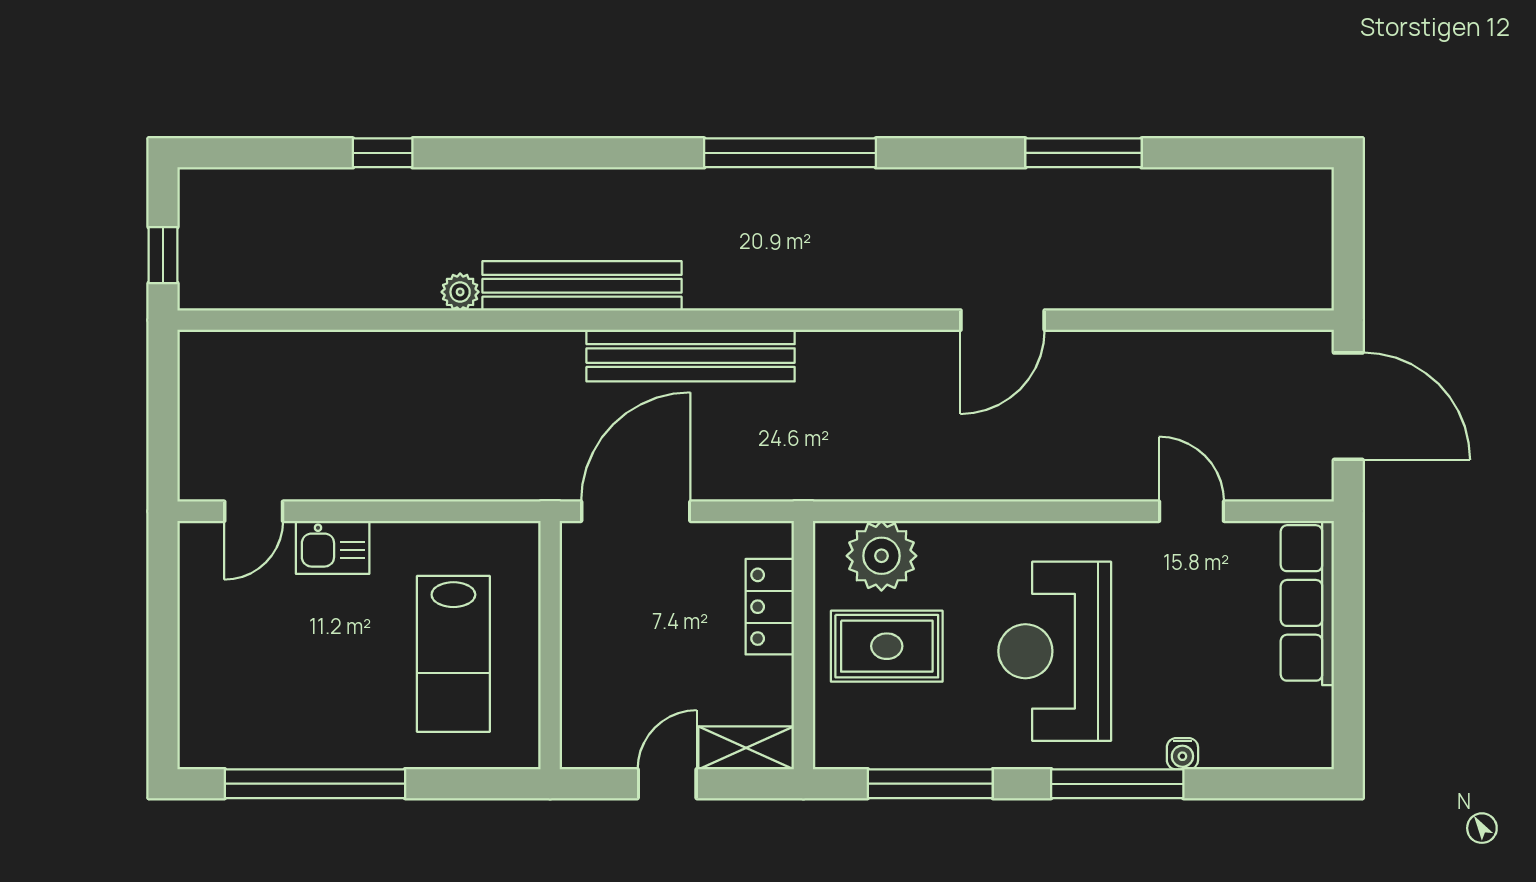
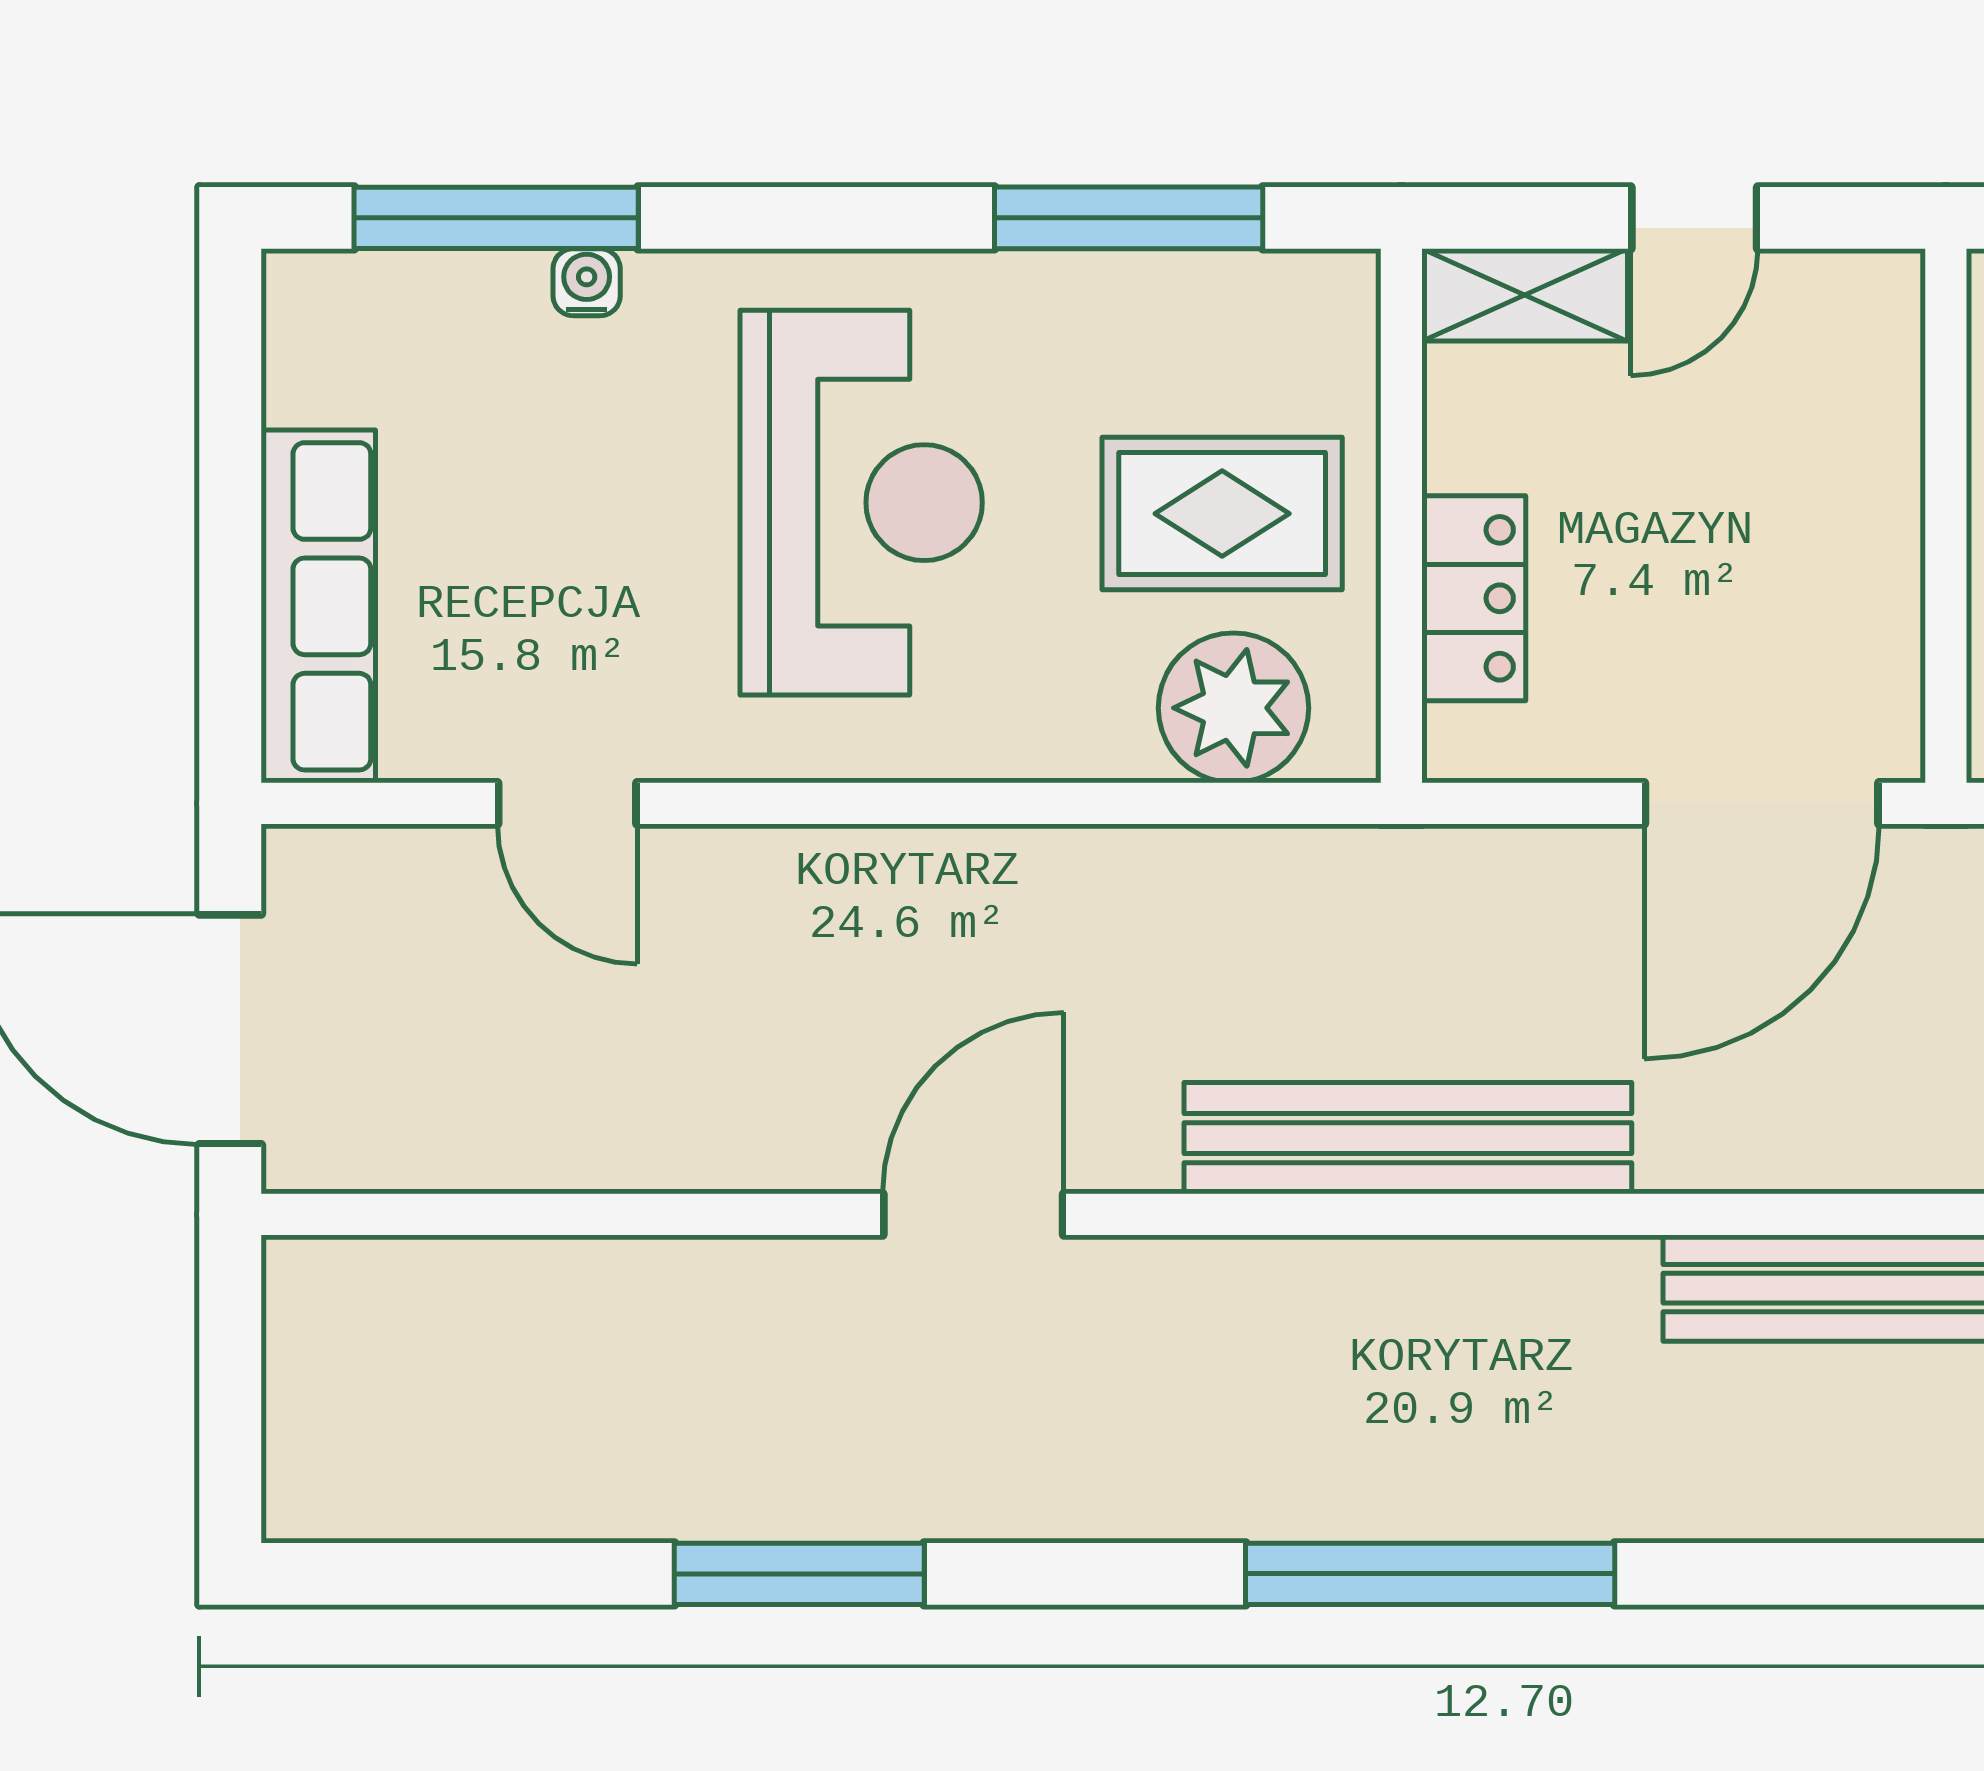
bench: (691, 356) -> (1408, 1138), moved
window: (1117, 784) -> (496, 218), moved

